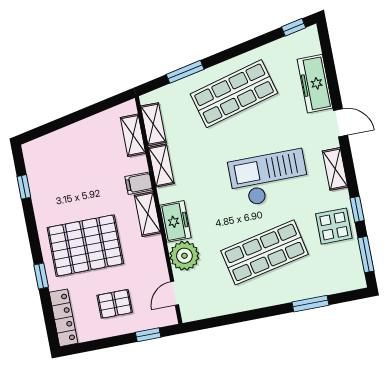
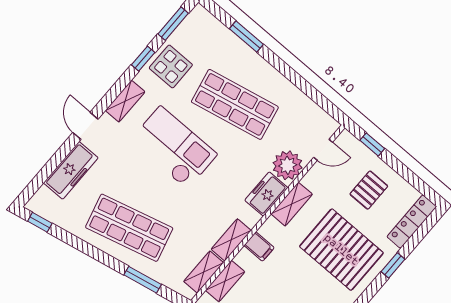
checkout: (269, 178) -> (174, 148), turned 180
shelving: (148, 214) -> (292, 204), moved
pallet: (115, 304) -> (369, 190), turned 90

